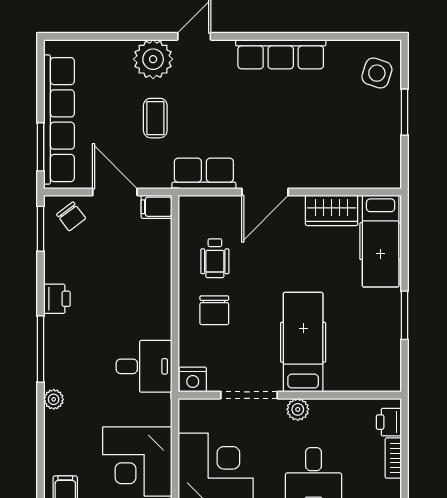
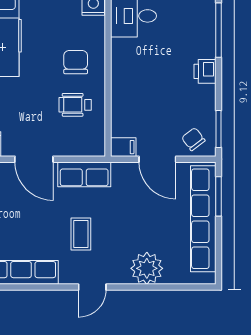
plant: (153, 59) -> (147, 268), moved
coffee table: (155, 118) -> (81, 234), moved
door: (265, 192) -> (34, 159), swing flipped
wheelchair: (215, 258) -> (75, 105), turned -90

